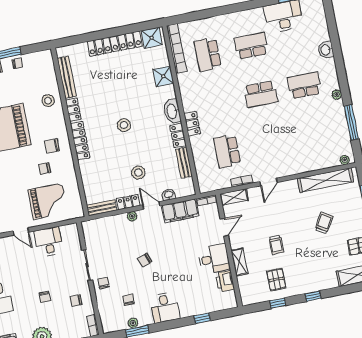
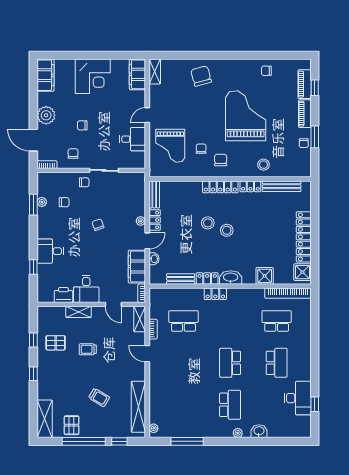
plant: (337, 95) -> (238, 433), moved
stool: (138, 173) -> (208, 223), moved
desk: (165, 308) -> (50, 251), moved

